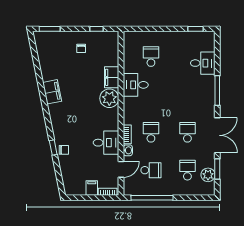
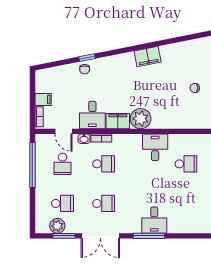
desk: (203, 63) -> (154, 220), moved
filing cabinet: (112, 77) -> (118, 121), moved

